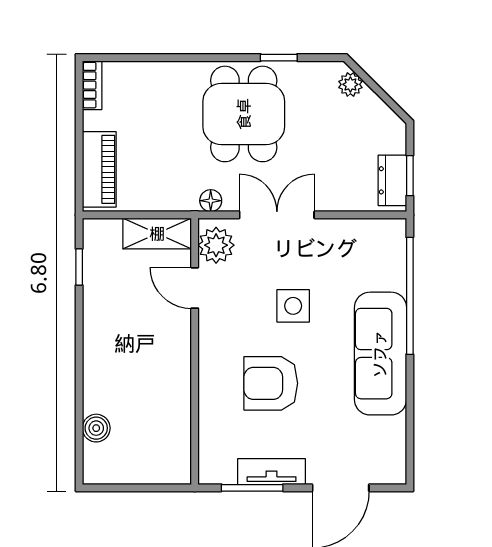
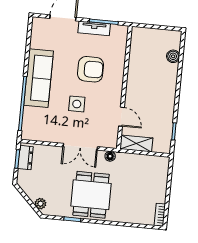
piano: (99, 169) -> (160, 176), removed
plant: (216, 245) -> (110, 135), removed

